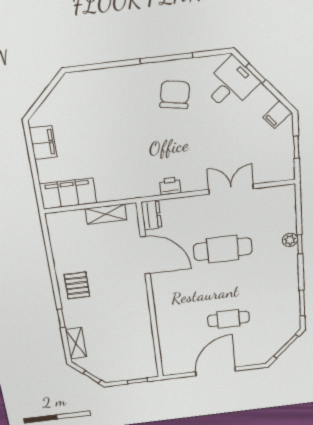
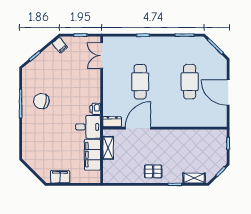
desk: (231, 84) -> (88, 127), moved, turned 130
double door: (231, 189) -> (102, 56), moved
filing cabinet: (68, 194) -> (92, 155), moved
plant: (290, 240) -> (139, 41), removed
cafe table: (228, 319) -> (190, 82), width x1.37, depth x1.35

